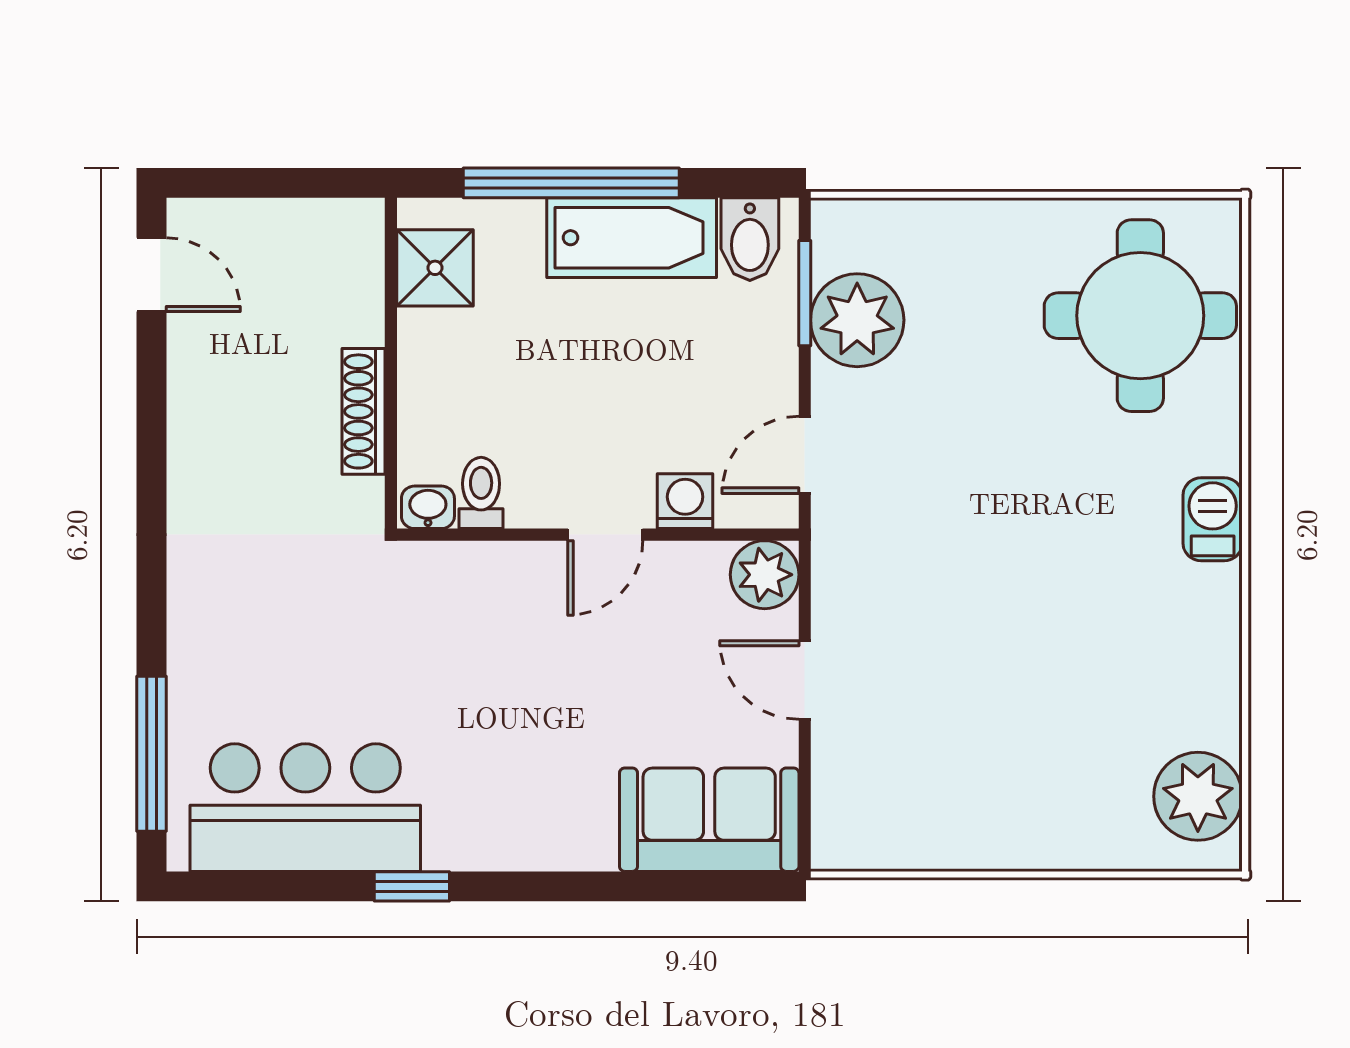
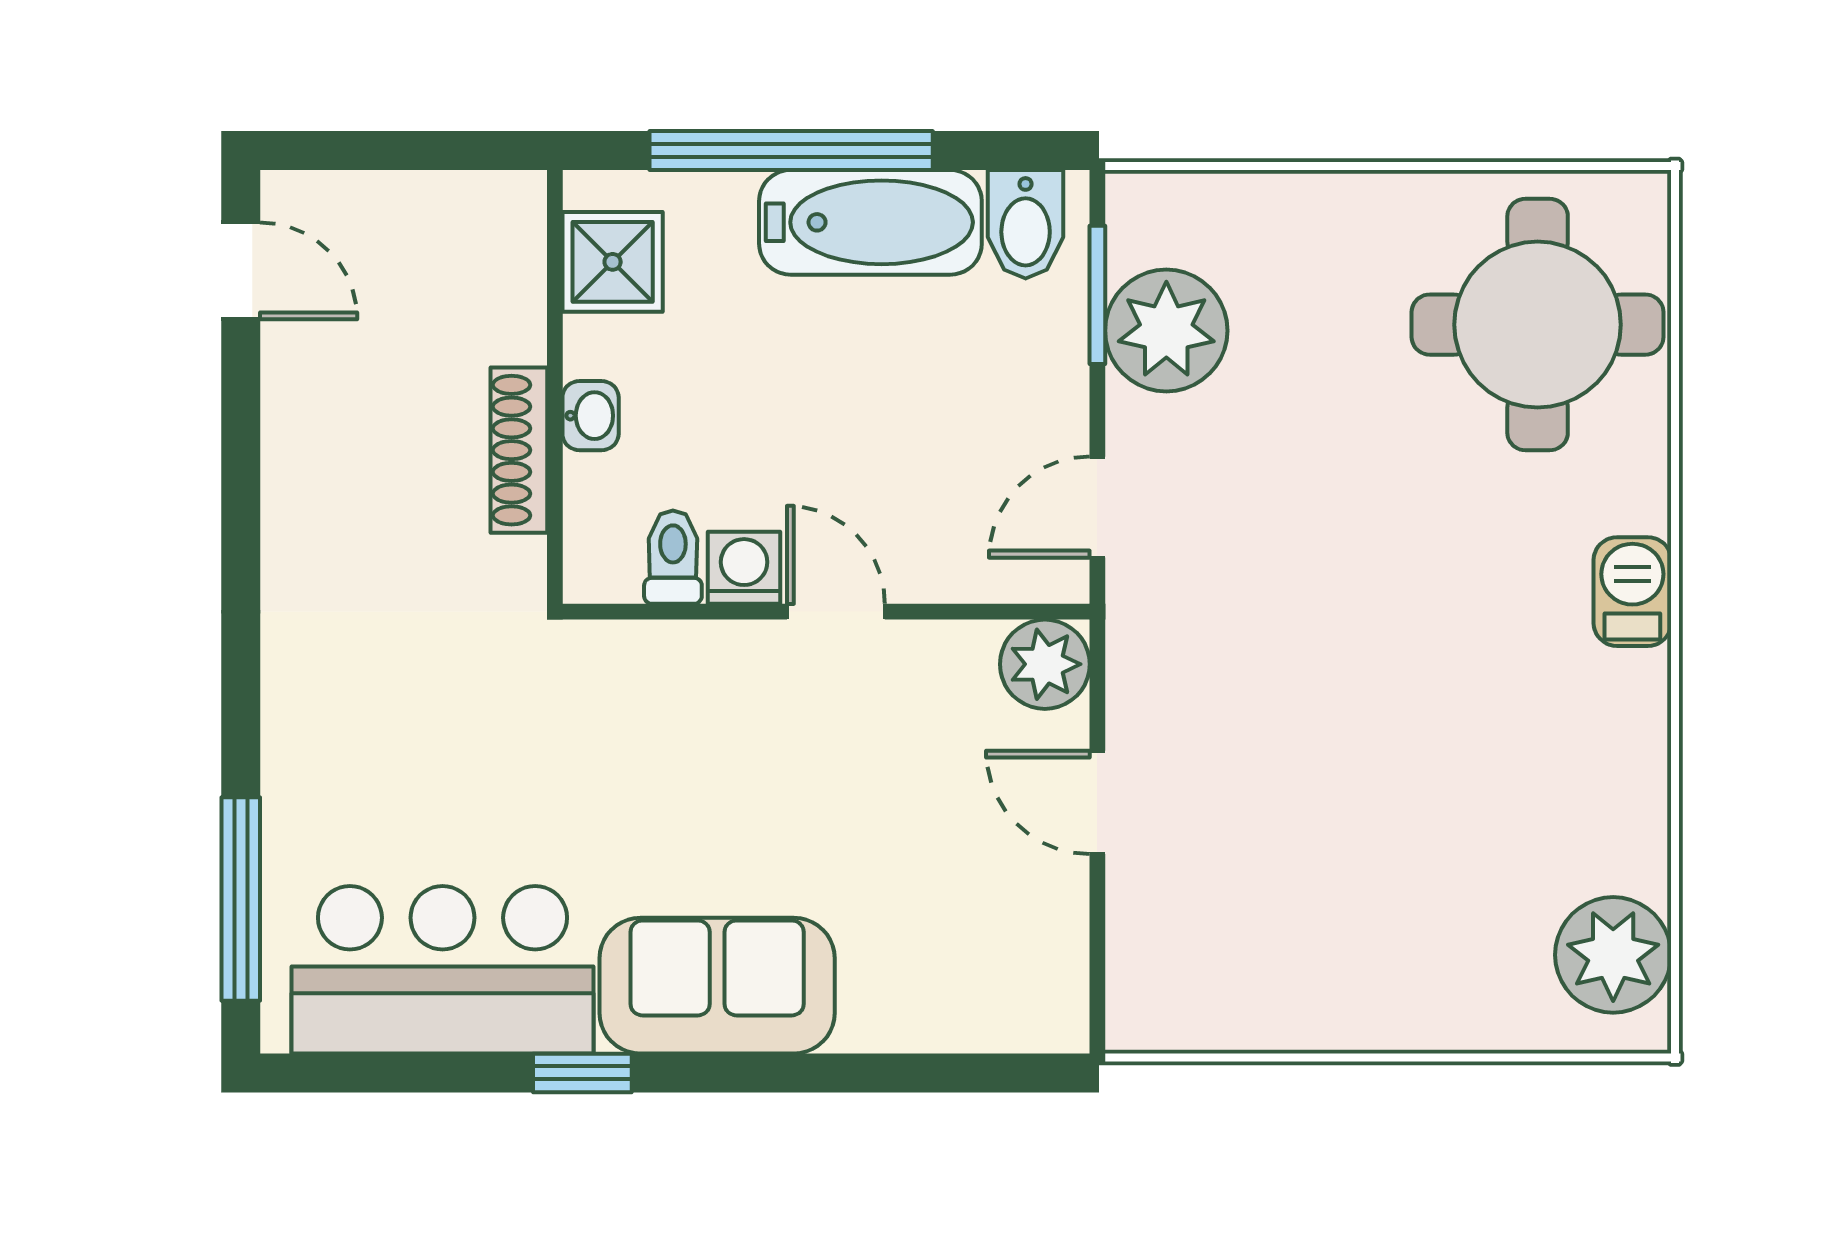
washing machine: (685, 501) -> (744, 568), moved
washbasin: (428, 507) -> (591, 416), moved, turned 90
door: (605, 535) -> (836, 612), swing flipped
sofa: (709, 820) -> (717, 986), moved

